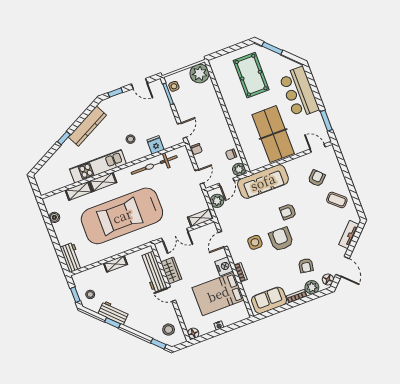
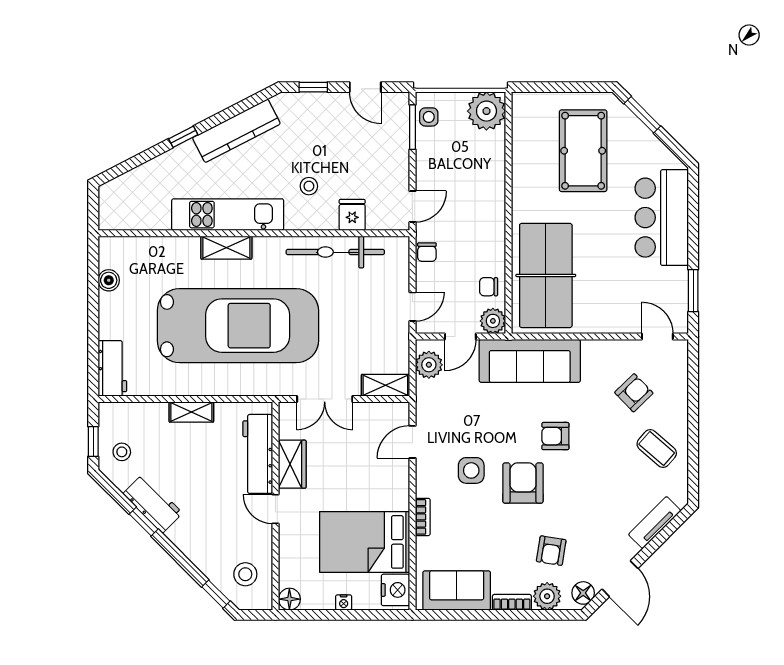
table tennis table: (273, 134) -> (546, 275), moved
shelving: (79, 191) -> (174, 247), removed
car: (122, 216) -> (238, 326), turned 180
nightstand: (224, 266) -> (395, 590), moved

